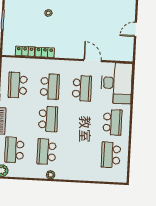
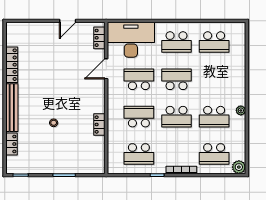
door: (135, 29) -> (68, 21), hinge flipped
locker: (25, 51) -> (99, 38), moved
school desk: (48, 119) -> (176, 117), turned 180
school desk: (80, 121) -> (176, 79), added
school desk: (112, 122) -> (176, 42), turned 180

